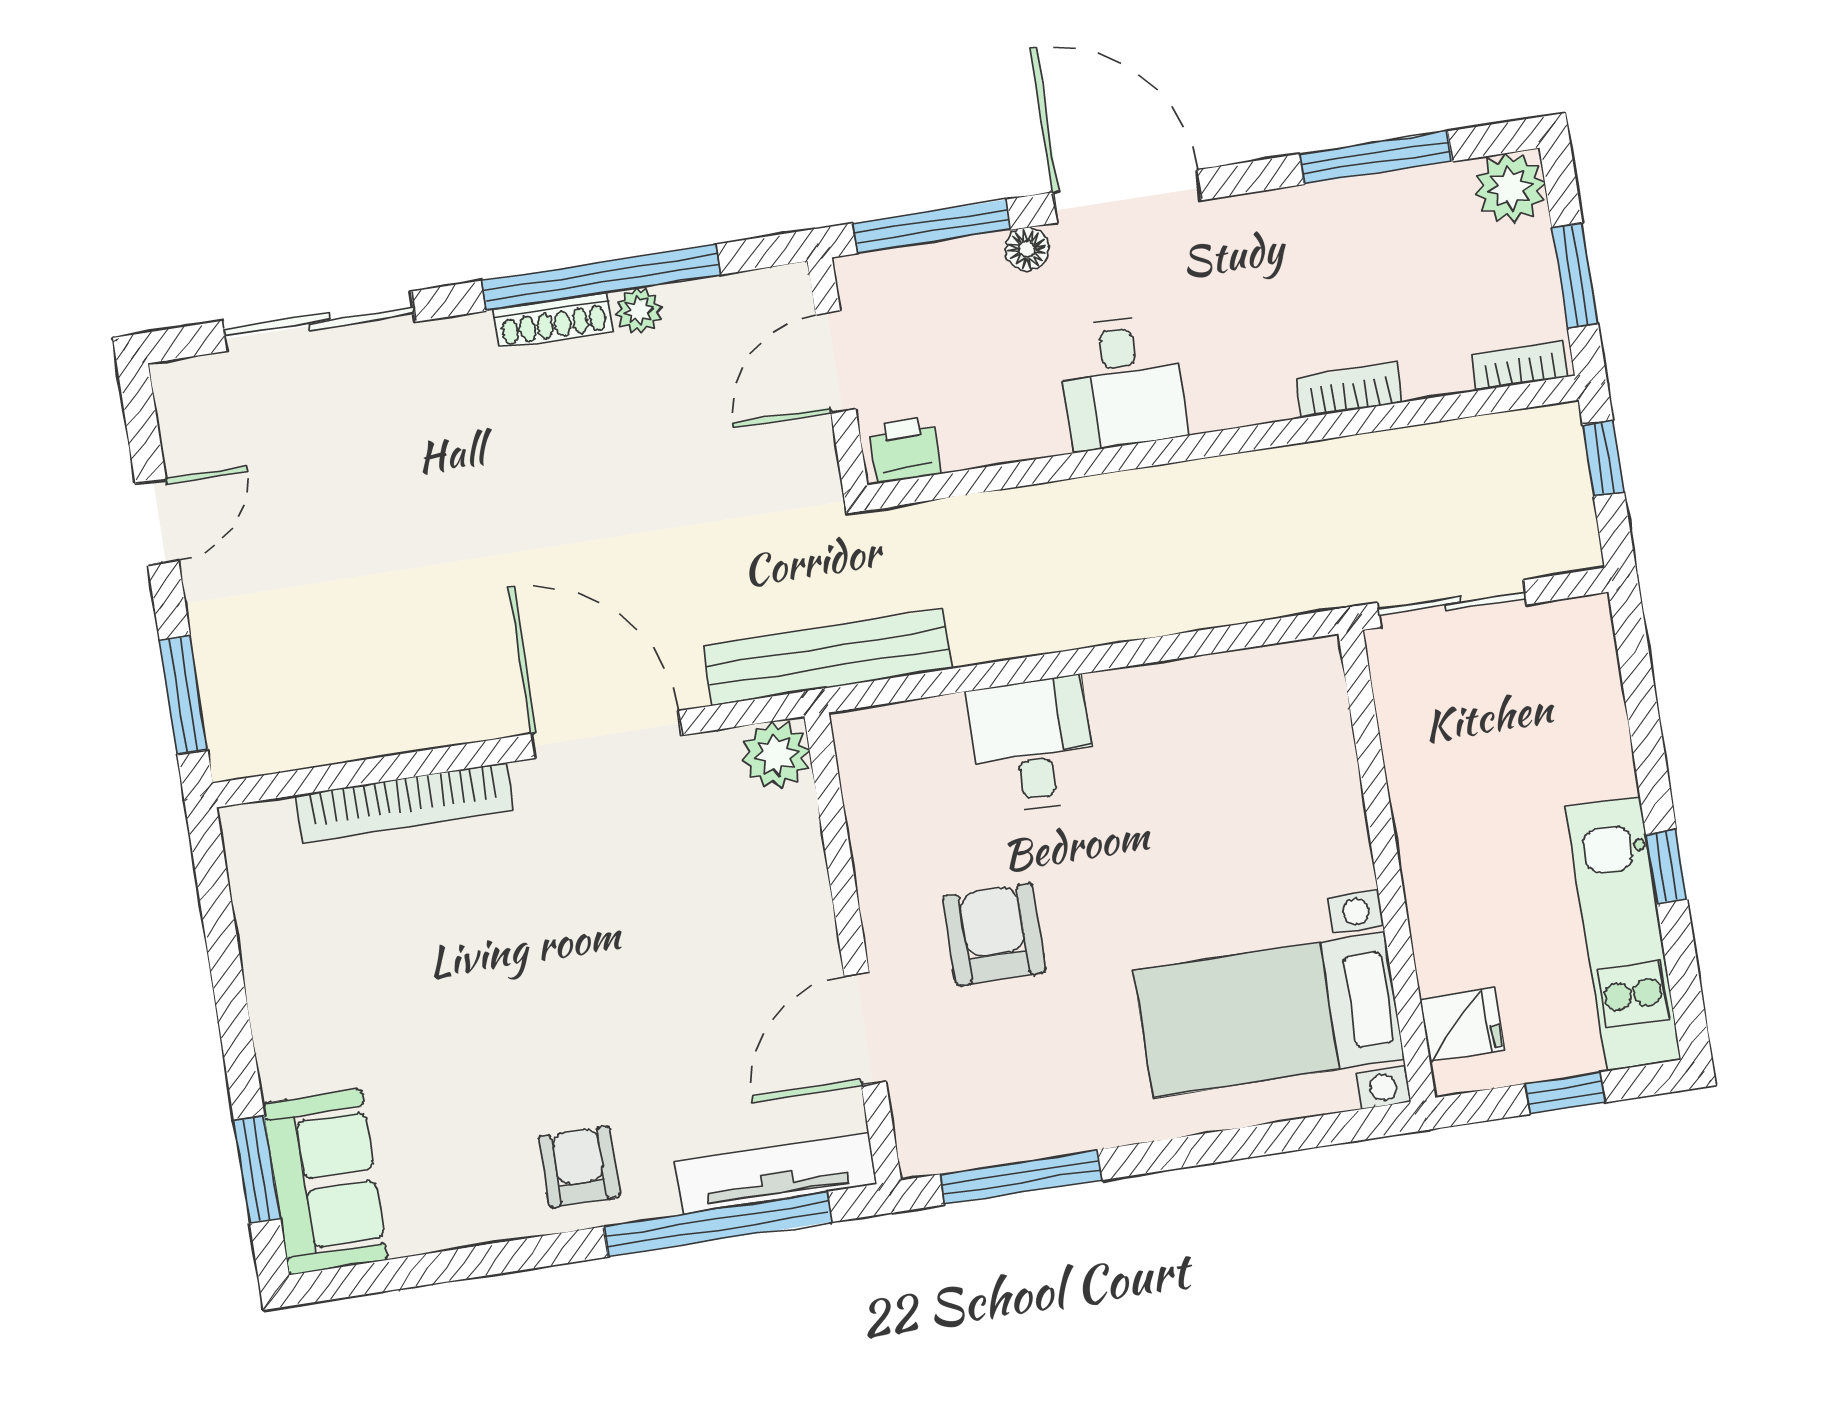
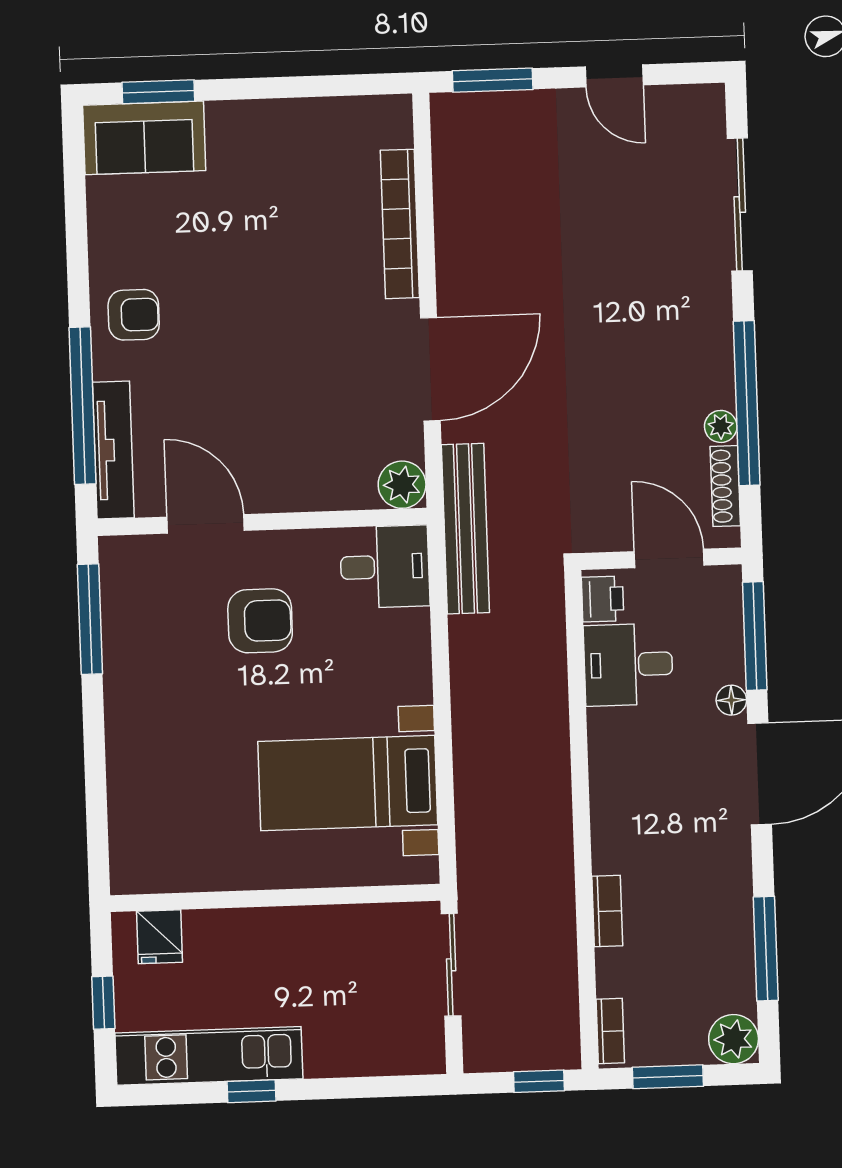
shoe rack: (553, 320) -> (725, 486), moved
desk: (1122, 382) -> (628, 665), moved
desk: (1032, 745) -> (385, 567), moved
bed with nightstands: (1269, 1015) -> (348, 783), moved, turned -90

